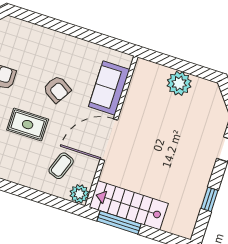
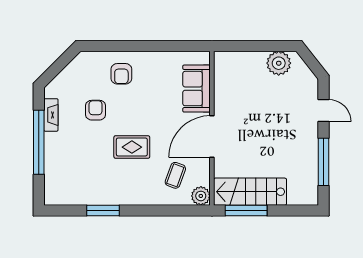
plant: (179, 83) -> (279, 63), moved
armchair: (57, 89) -> (121, 74), moved, turned 58
window: (210, 199) -> (323, 162), width x2.17

